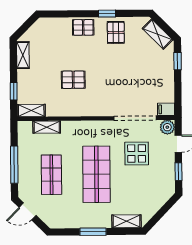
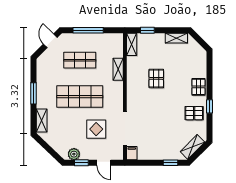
shelving: (47, 127) -> (118, 69), moved
plant: (167, 127) -> (74, 154), moved

